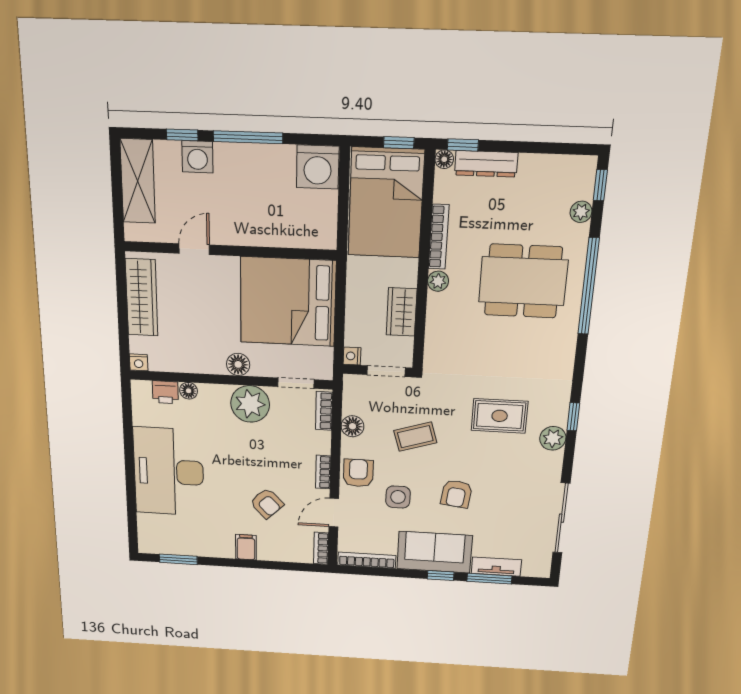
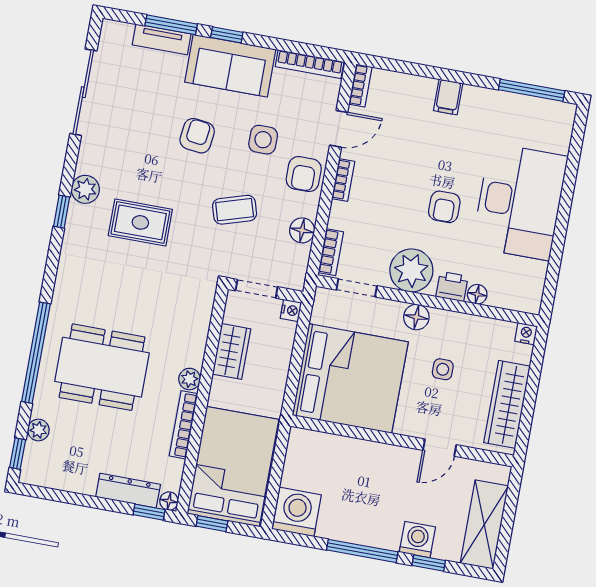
side table: (206, 321) -> (443, 369), added
printer: (165, 392) -> (452, 287), moved
armchair: (267, 503) -> (444, 207), moved, turned -136
window: (178, 559) -> (532, 90), width x1.44

